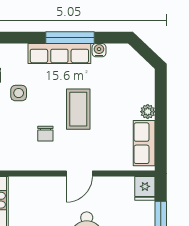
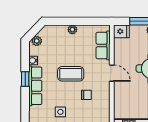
window: (70, 38) -> (25, 79), width x0.46
plant: (130, 56) -> (37, 41), added
row of seats: (144, 143) -> (103, 45), moved, turned 90

